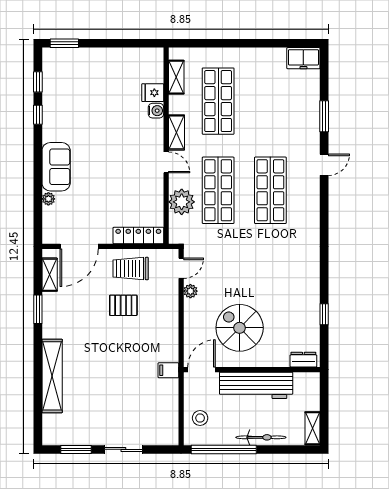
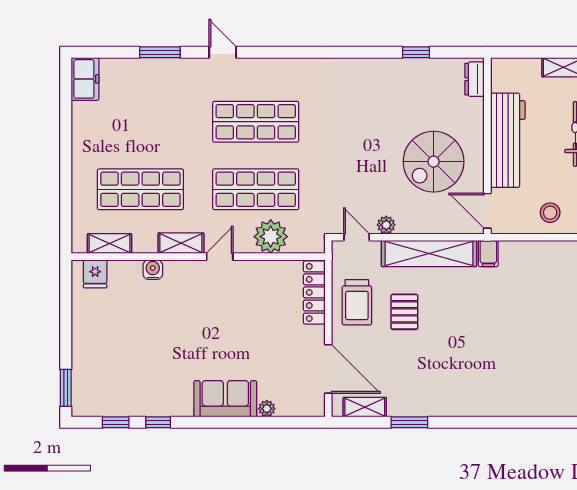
fridge: (153, 93) -> (95, 274), moved
shelving: (52, 376) -> (429, 254), moved

